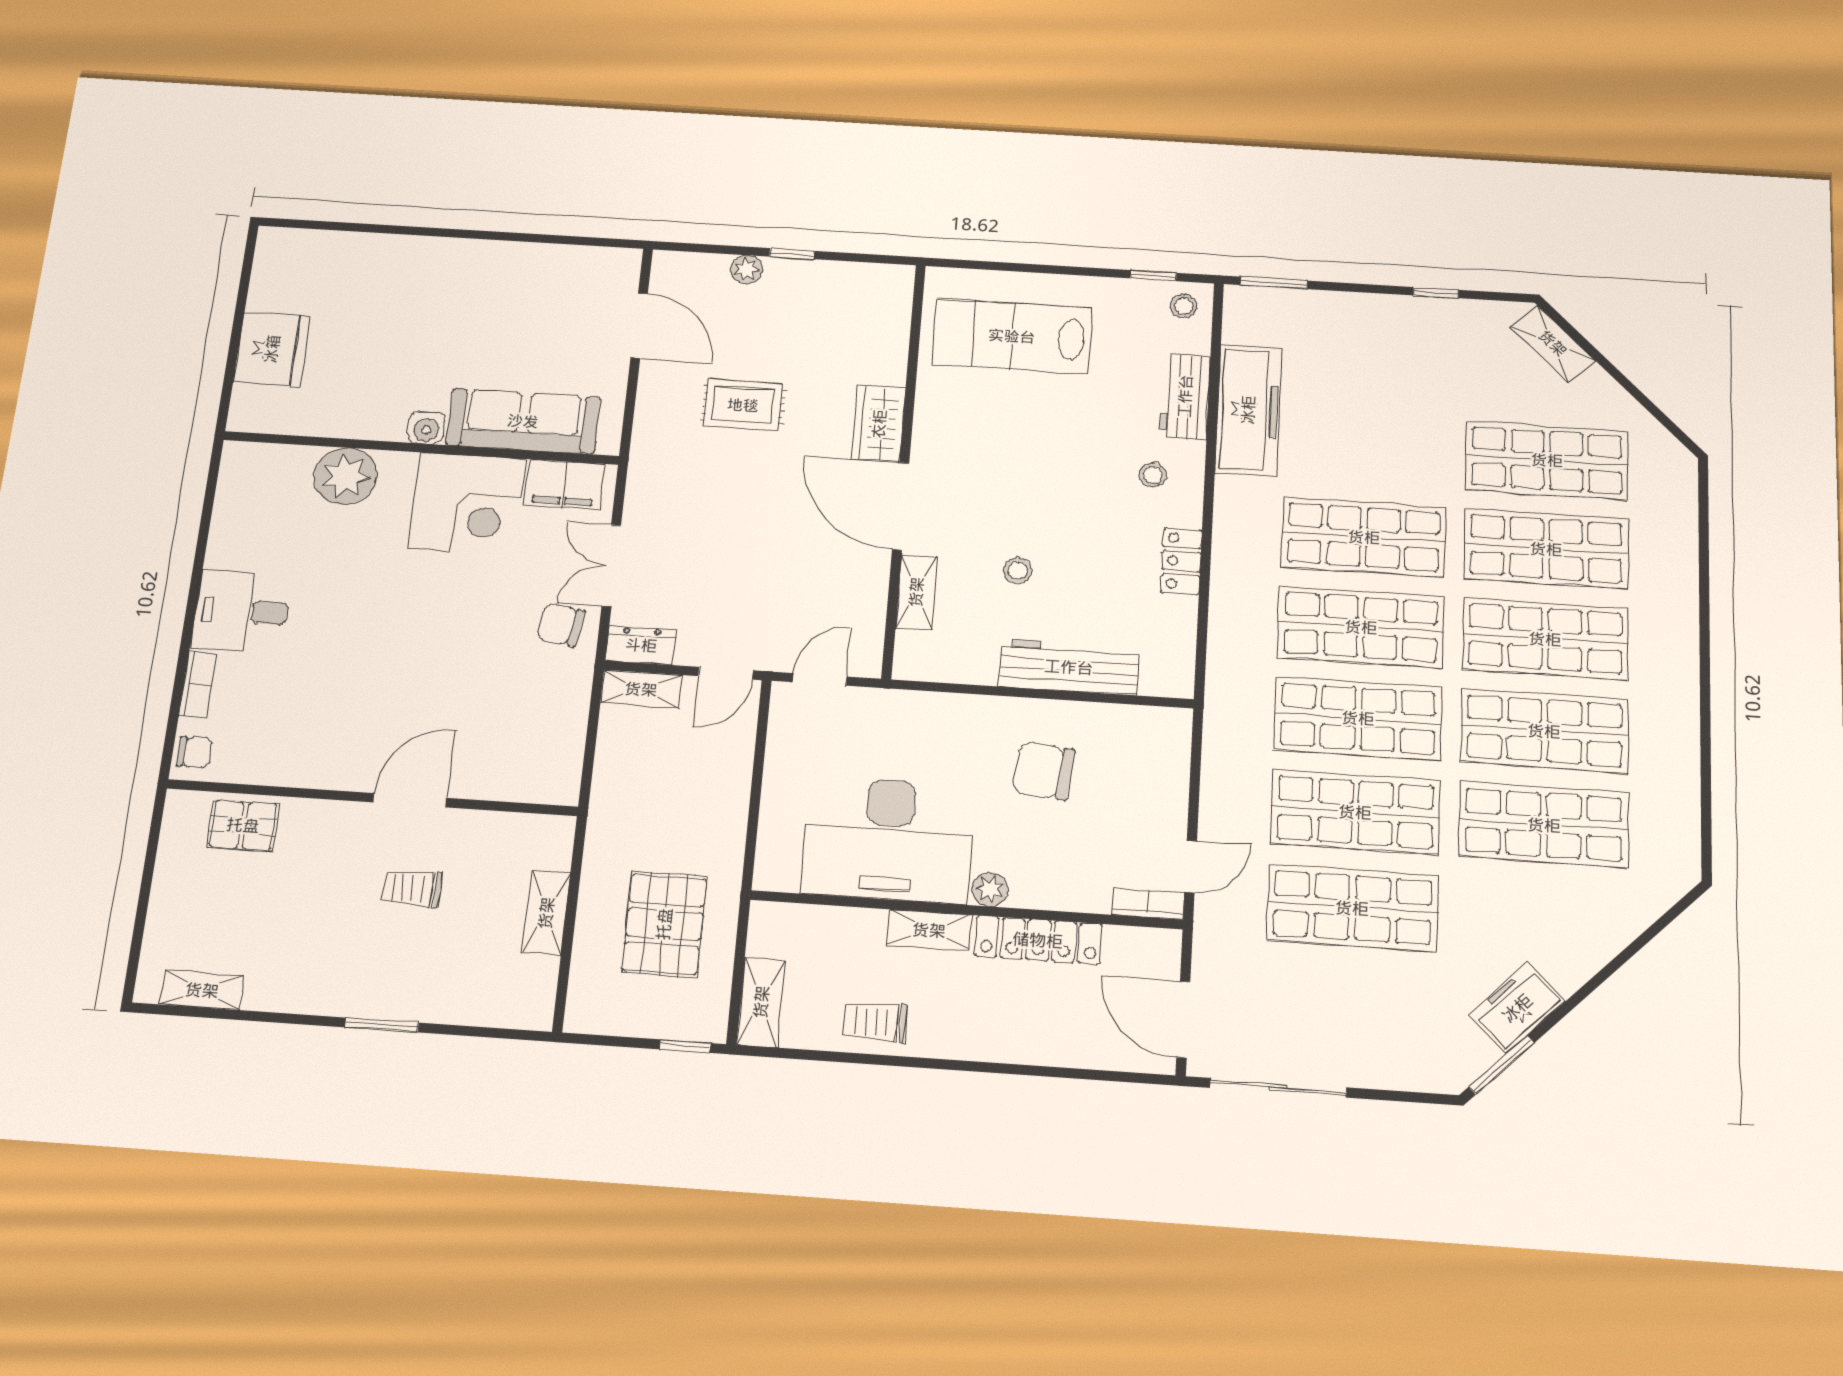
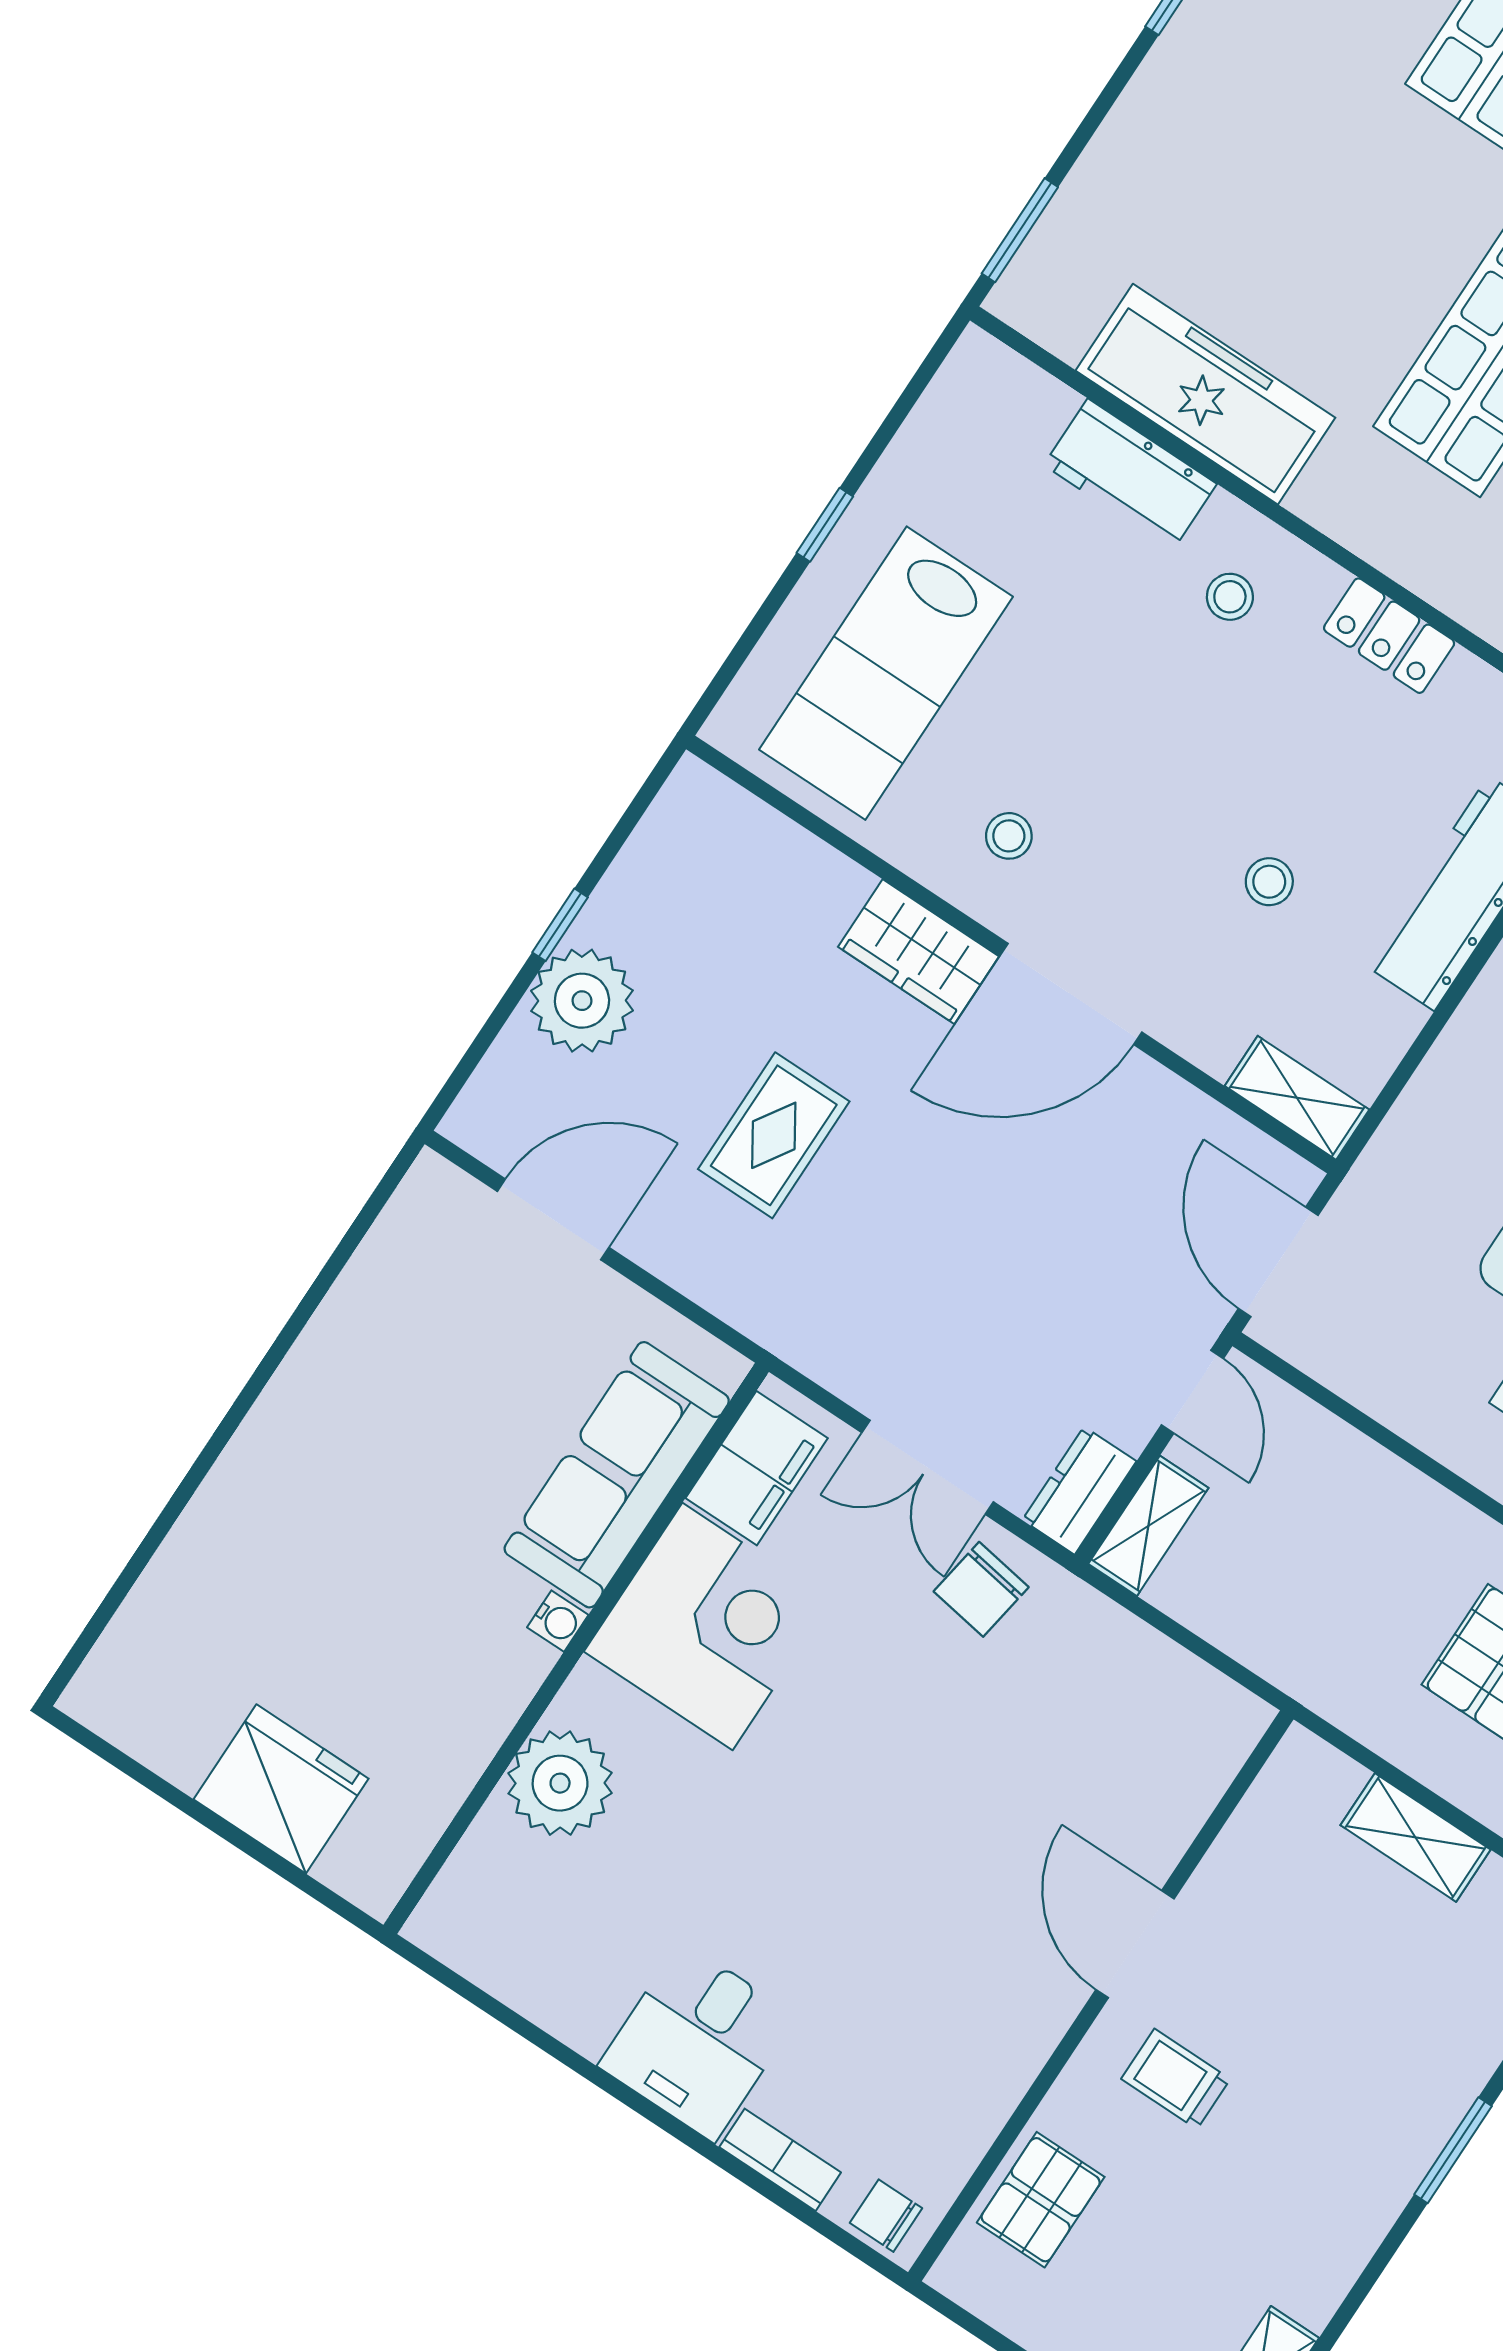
plant: (747, 269) -> (582, 1001), width x1.87, depth x1.87
window: (1153, 276) -> (825, 525), moved
stool: (1184, 306) -> (1009, 836), moved
water cooler: (426, 427) -> (558, 1621), width x0.72, depth x0.72
shelving: (916, 592) -> (1297, 1098), moved
door: (820, 679) -> (1278, 1262), width x1.38
chair: (194, 752) -> (886, 2216), turned -90
trolley: (412, 888) -> (1176, 2079), moved, turned 90

